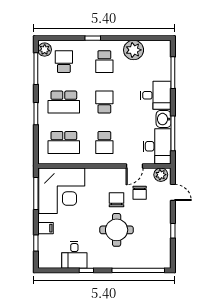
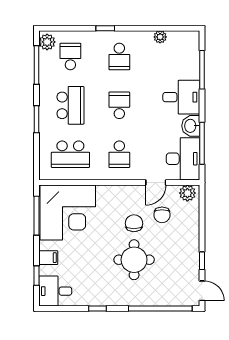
plant: (134, 50) -> (160, 37), width x0.53, depth x0.53
school desk: (64, 102) -> (70, 105), turned -90
door: (173, 192) -> (202, 291), moved
desk: (74, 255) -> (55, 291), moved, turned 90

